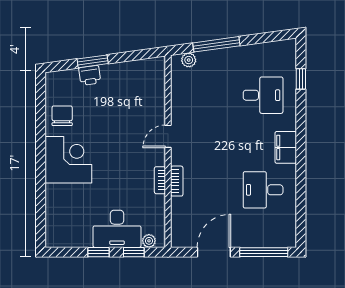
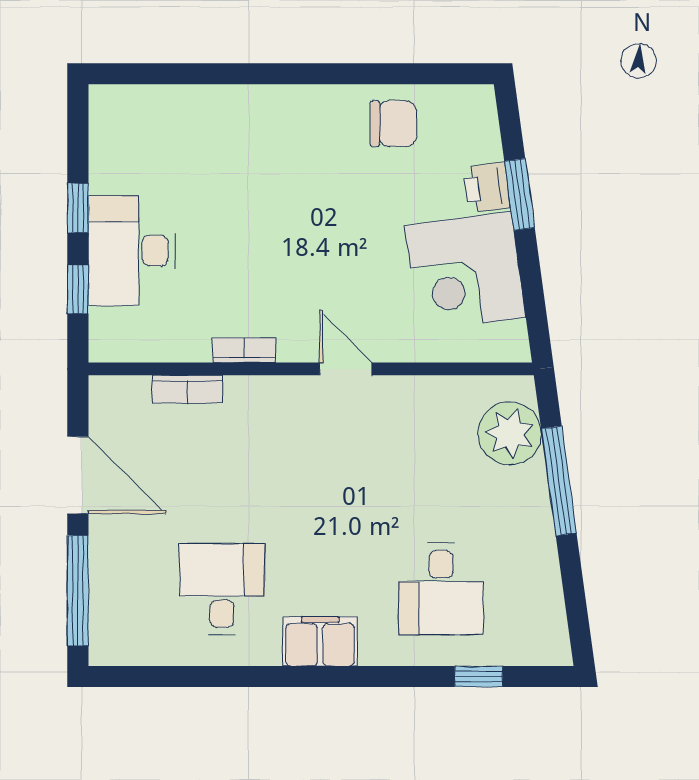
plant: (189, 60) -> (510, 433), width x1.88, depth x1.88
corner desk: (68, 160) -> (465, 272), moved, turned 82
bookcase: (177, 181) -> (187, 389), moved
plant: (149, 241) -> (104, 325), removed

